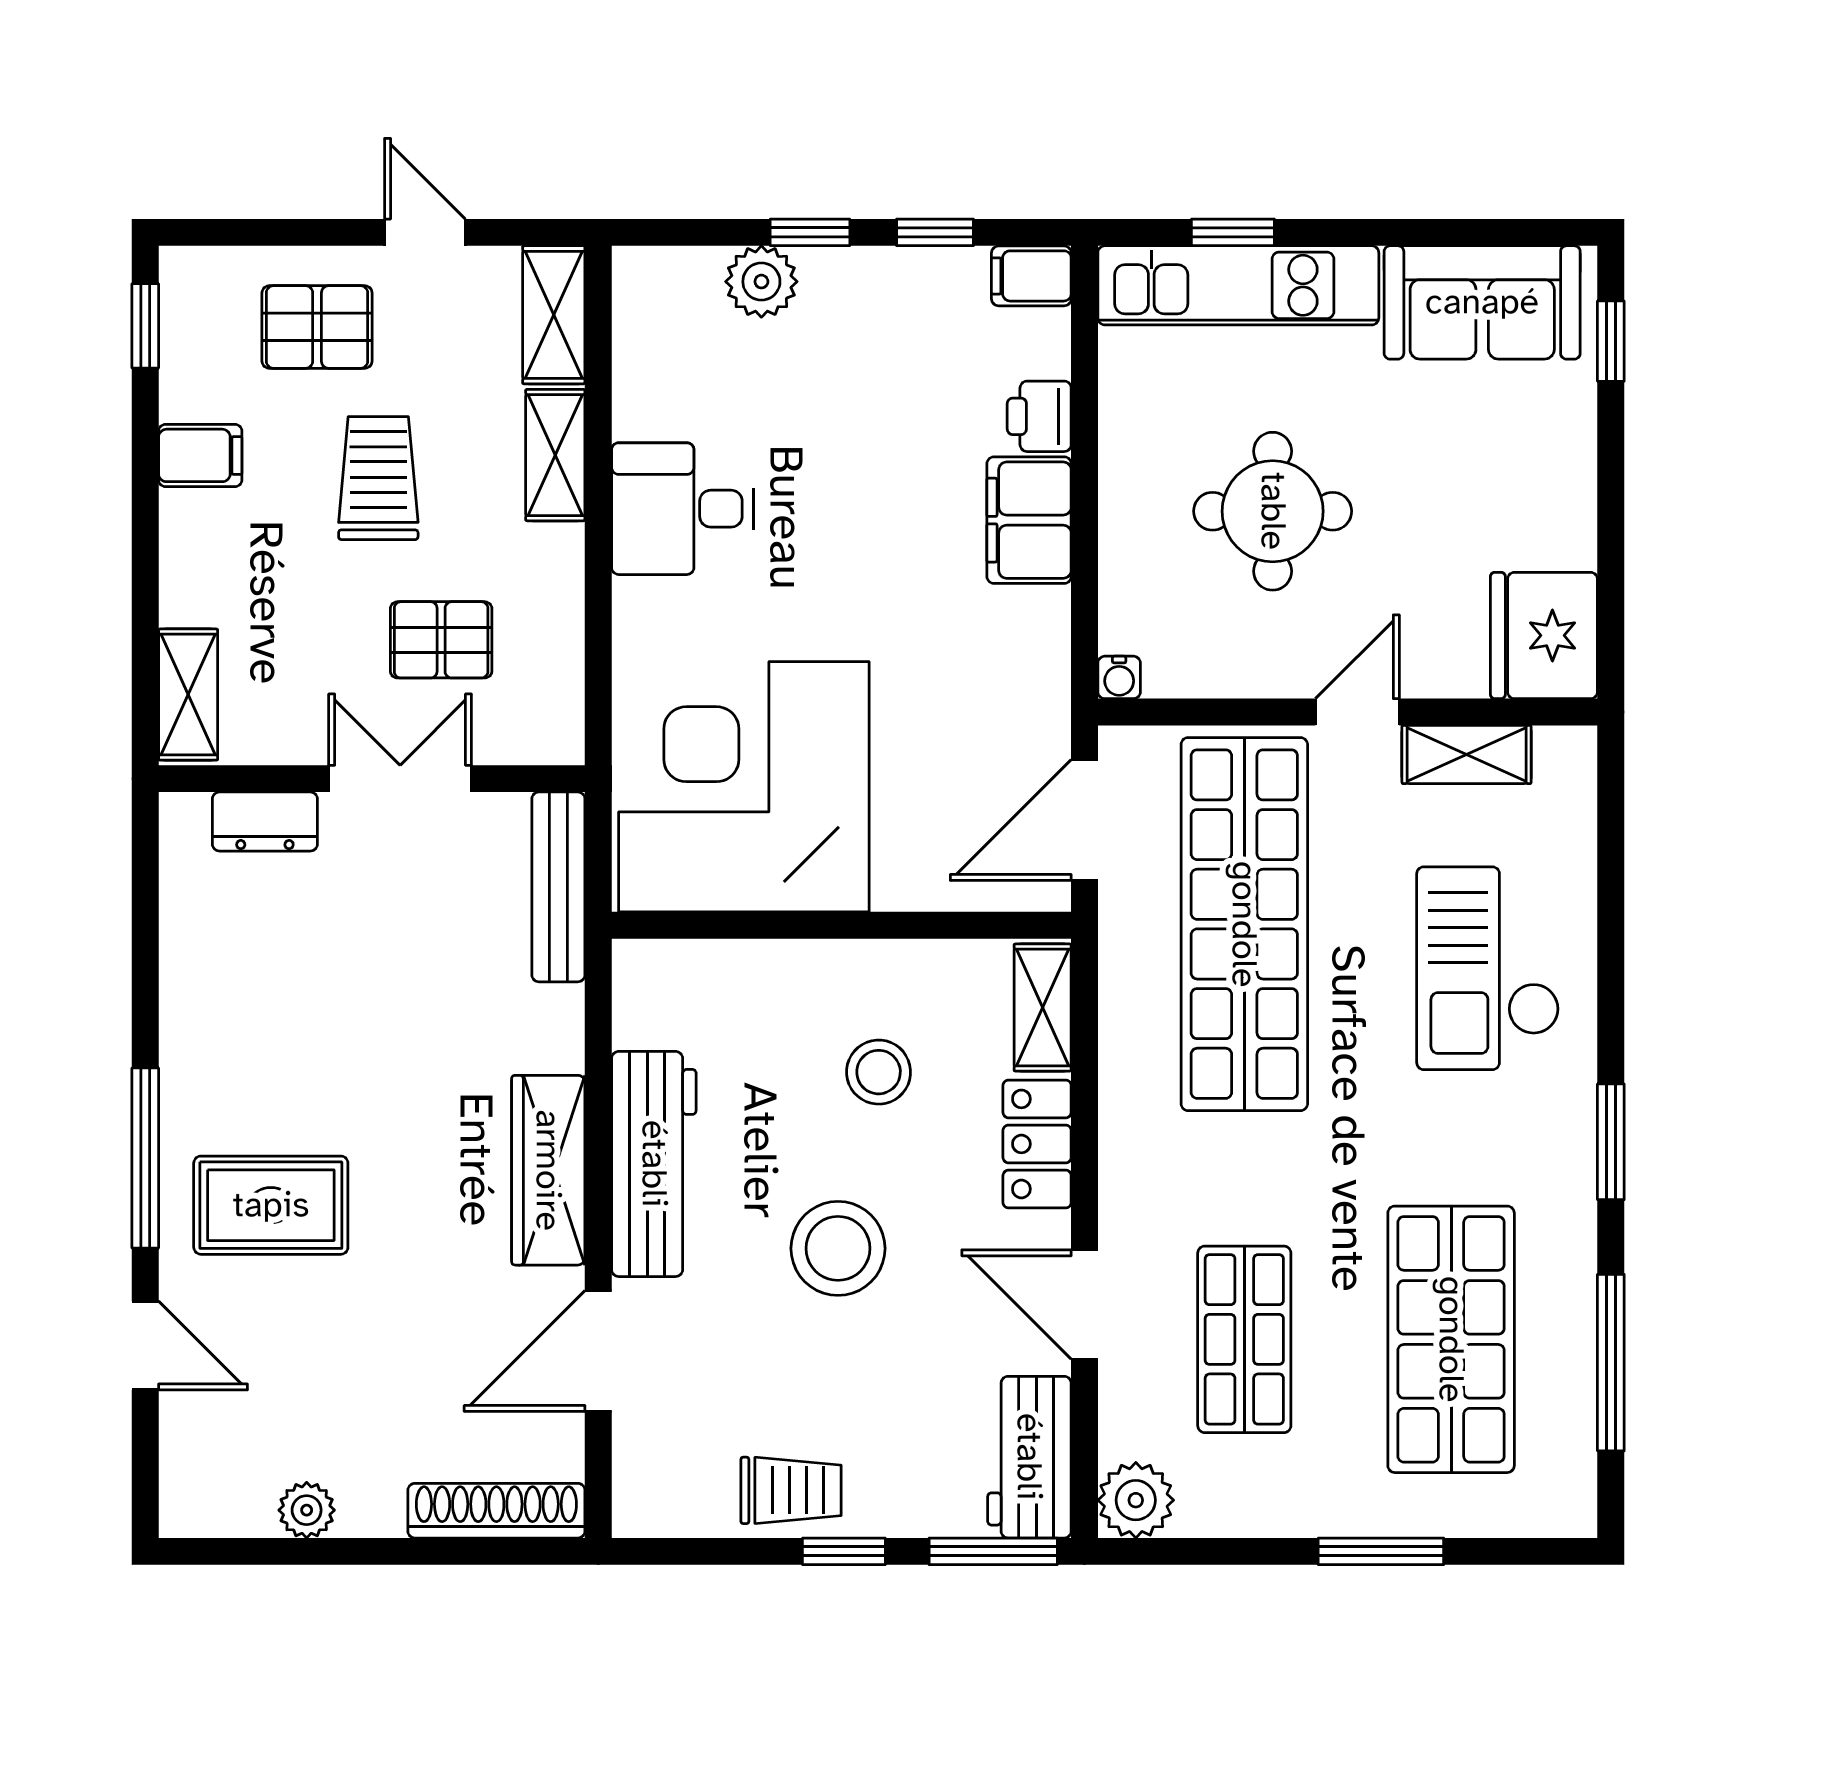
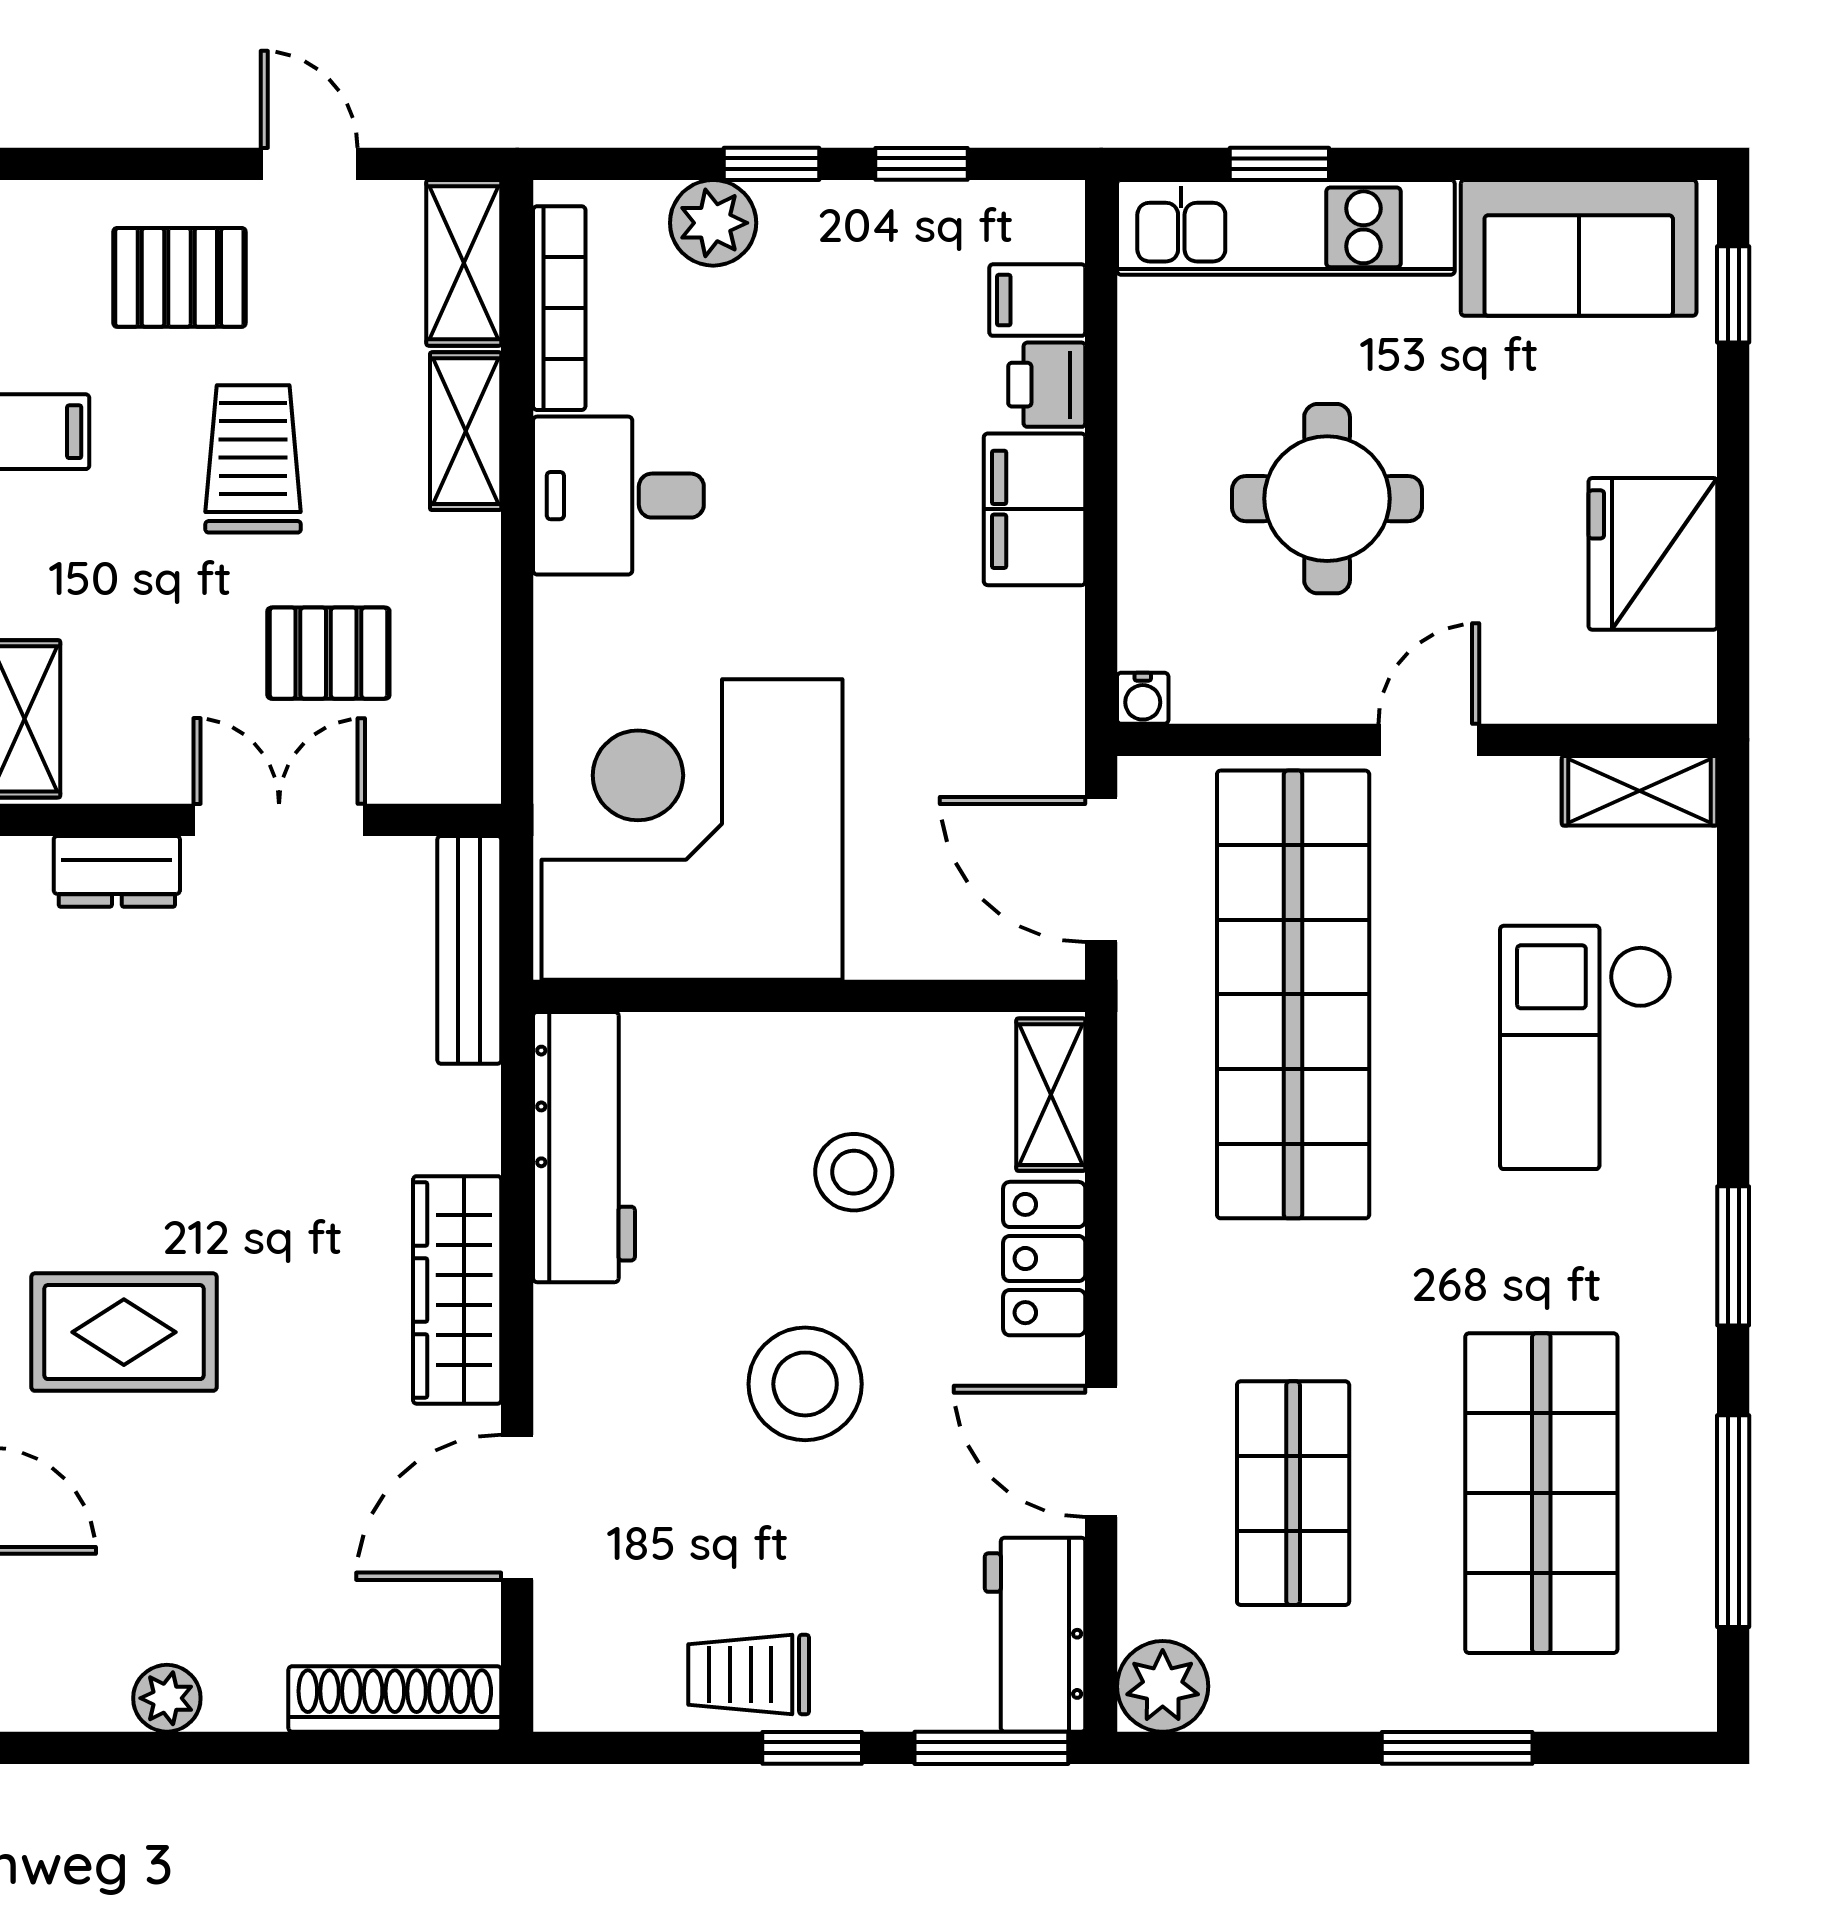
filing cabinet: (1031, 276) -> (1037, 300), moved
bookcase: (633, 353) -> (559, 308), added
fridge: (1544, 635) -> (1653, 554), moved
shelving: (1467, 754) -> (1640, 791), moved
door: (1085, 820) -> (1101, 869), hinge flipped
workbench: (654, 1164) -> (584, 1147), moved
trolley: (791, 1490) -> (749, 1675), turned 180

